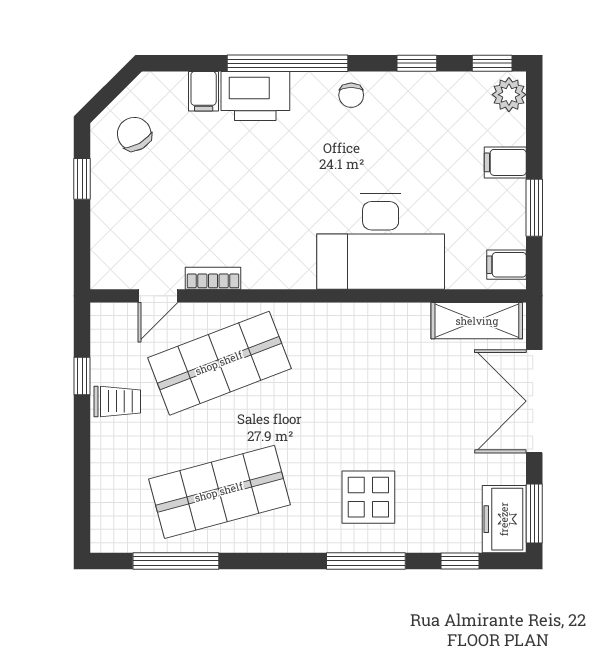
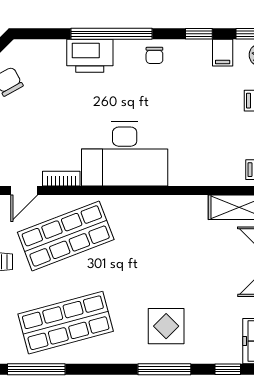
filing cabinet: (204, 91) -> (223, 53), moved
desk: (381, 242) -> (125, 154), moved

